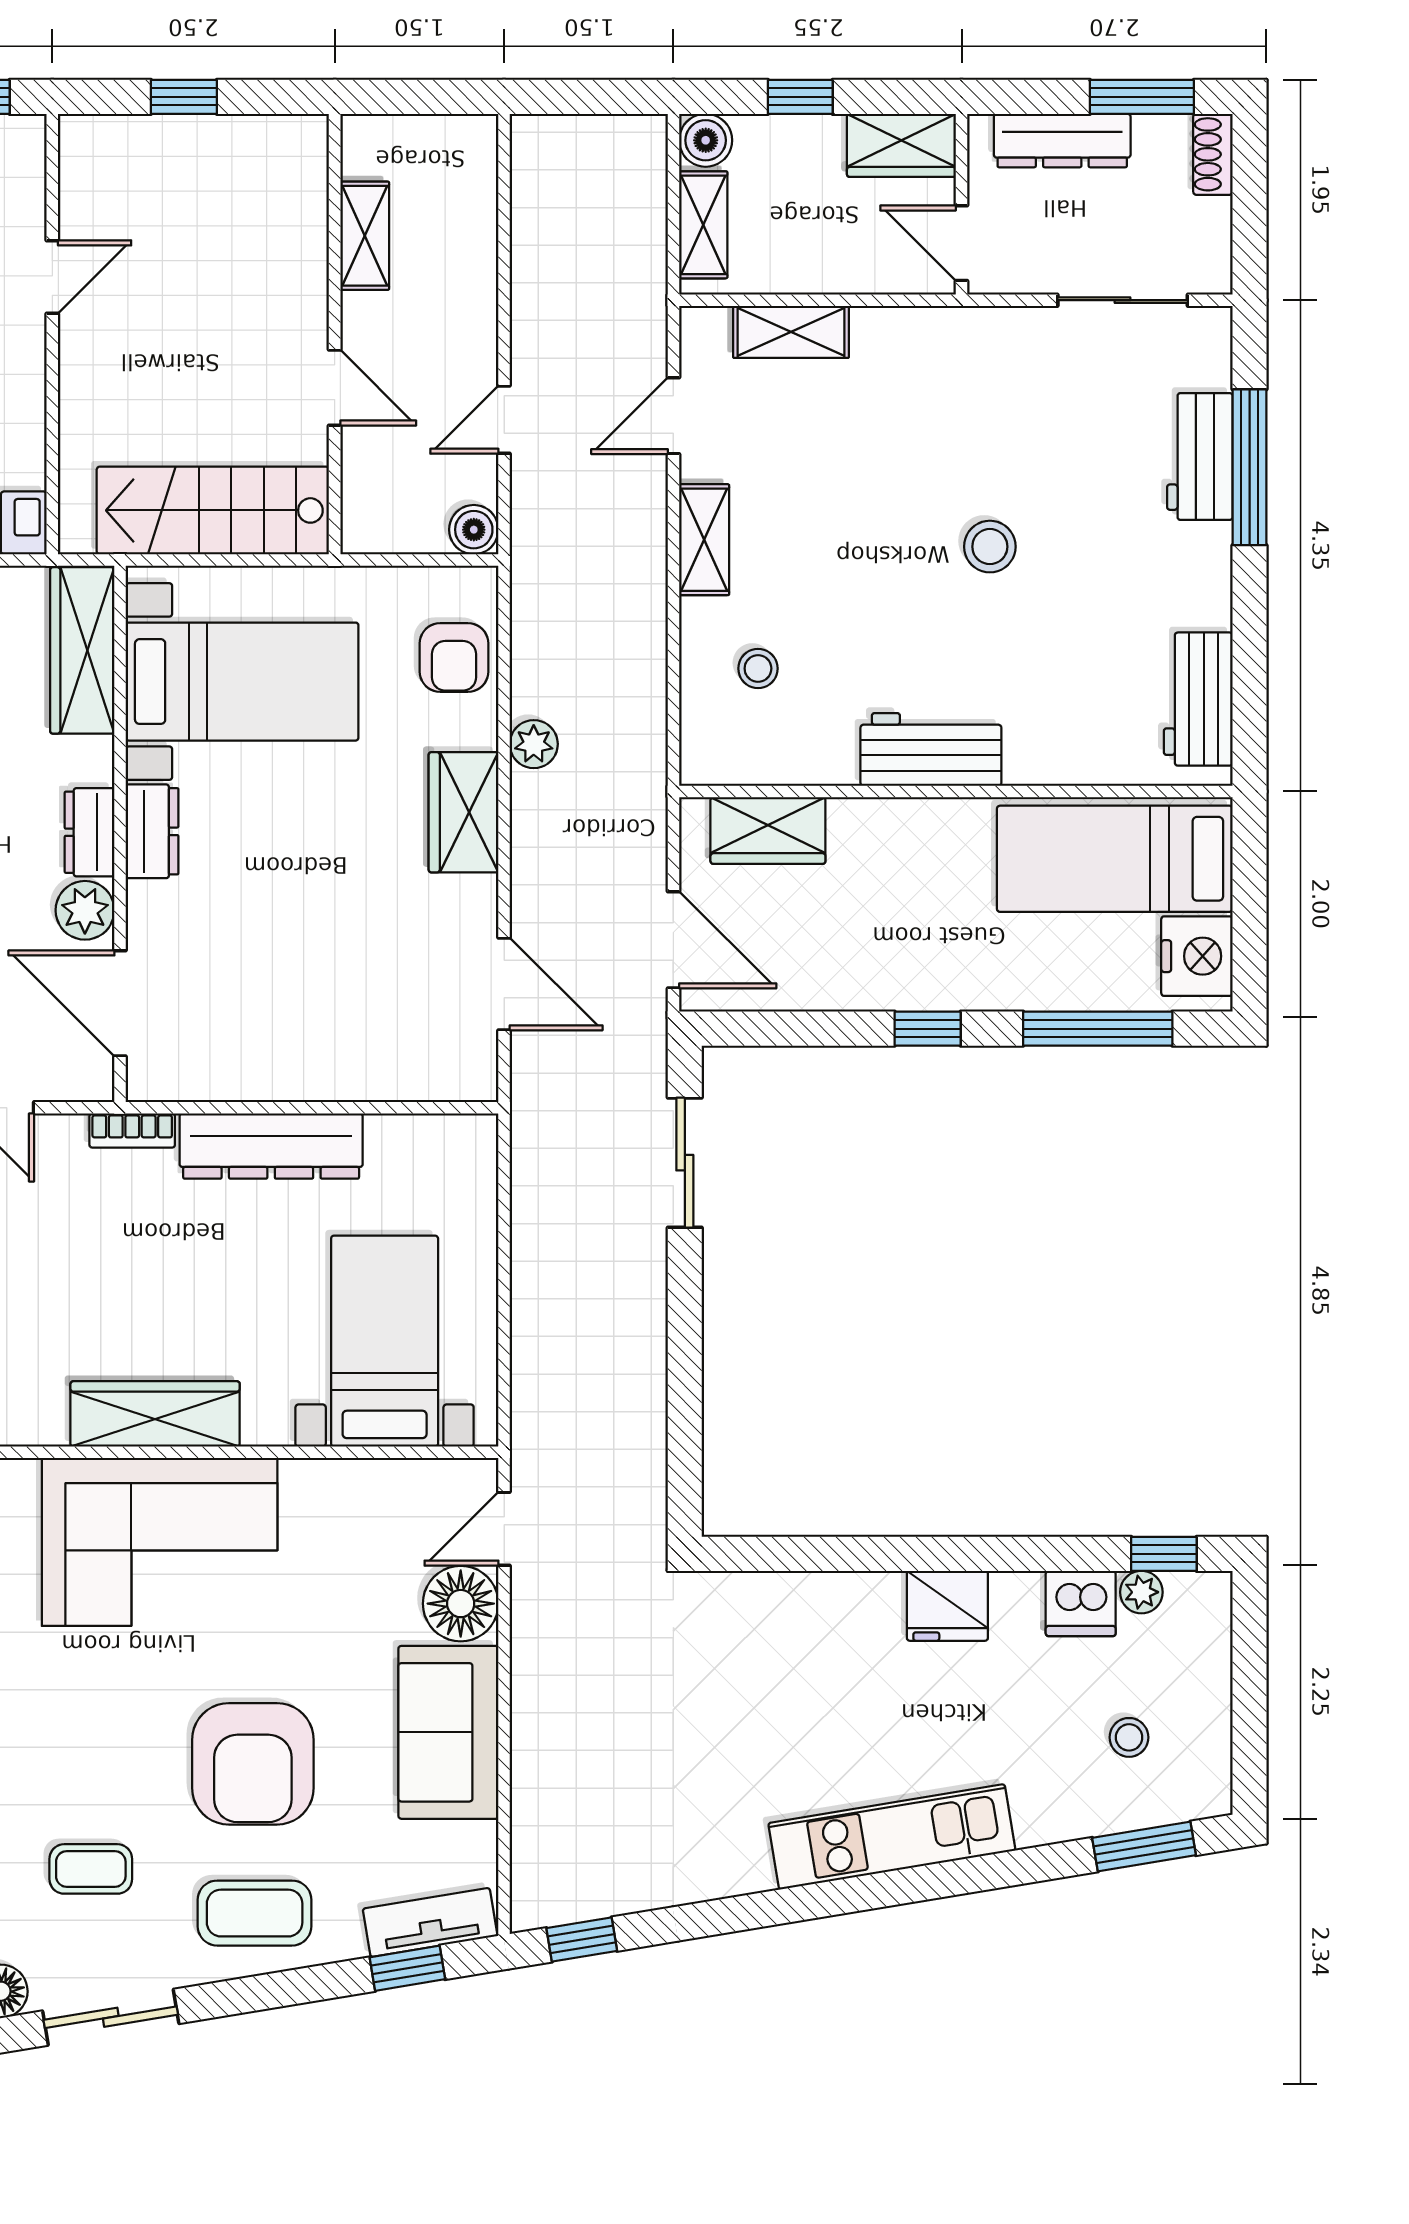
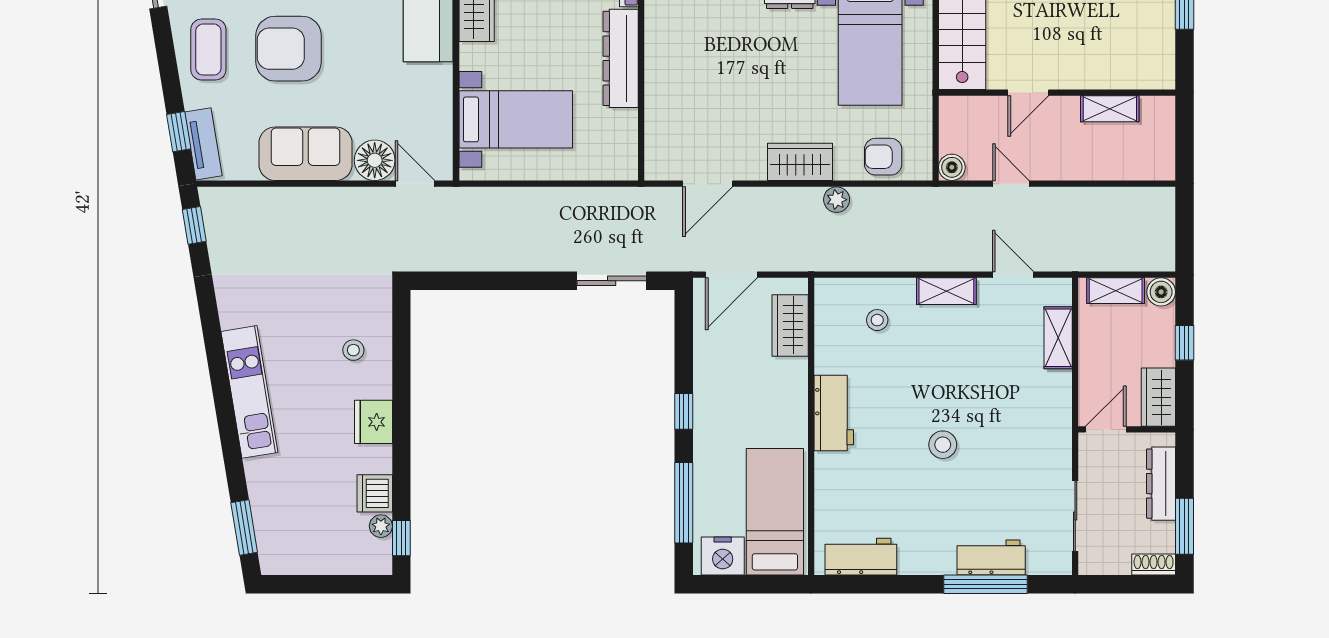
stool: (1129, 1737) -> (353, 350), moved

